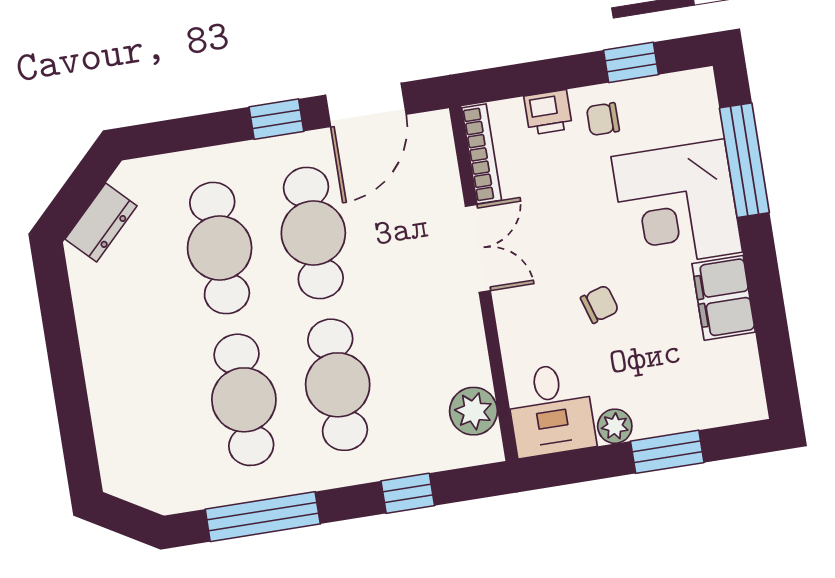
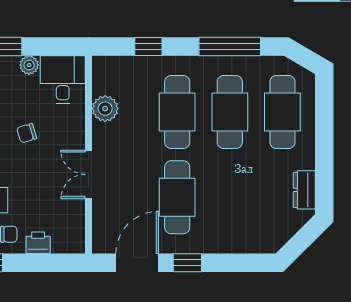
bookcase: (482, 154) -> (78, 226), removed
dresser: (101, 222) -> (304, 190), moved, turned -45
cafe table: (220, 248) -> (282, 112), moved
plant: (473, 411) -> (105, 109), moved

